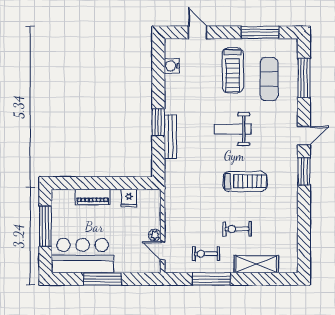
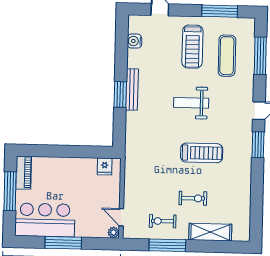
bench: (170, 137) -> (132, 89), moved
piano: (93, 197) -> (24, 173), moved, turned -90
fridge: (129, 198) -> (105, 166), moved
exercise bike: (237, 229) -> (193, 198), turned 180
plant: (155, 235) -> (113, 232), moved

